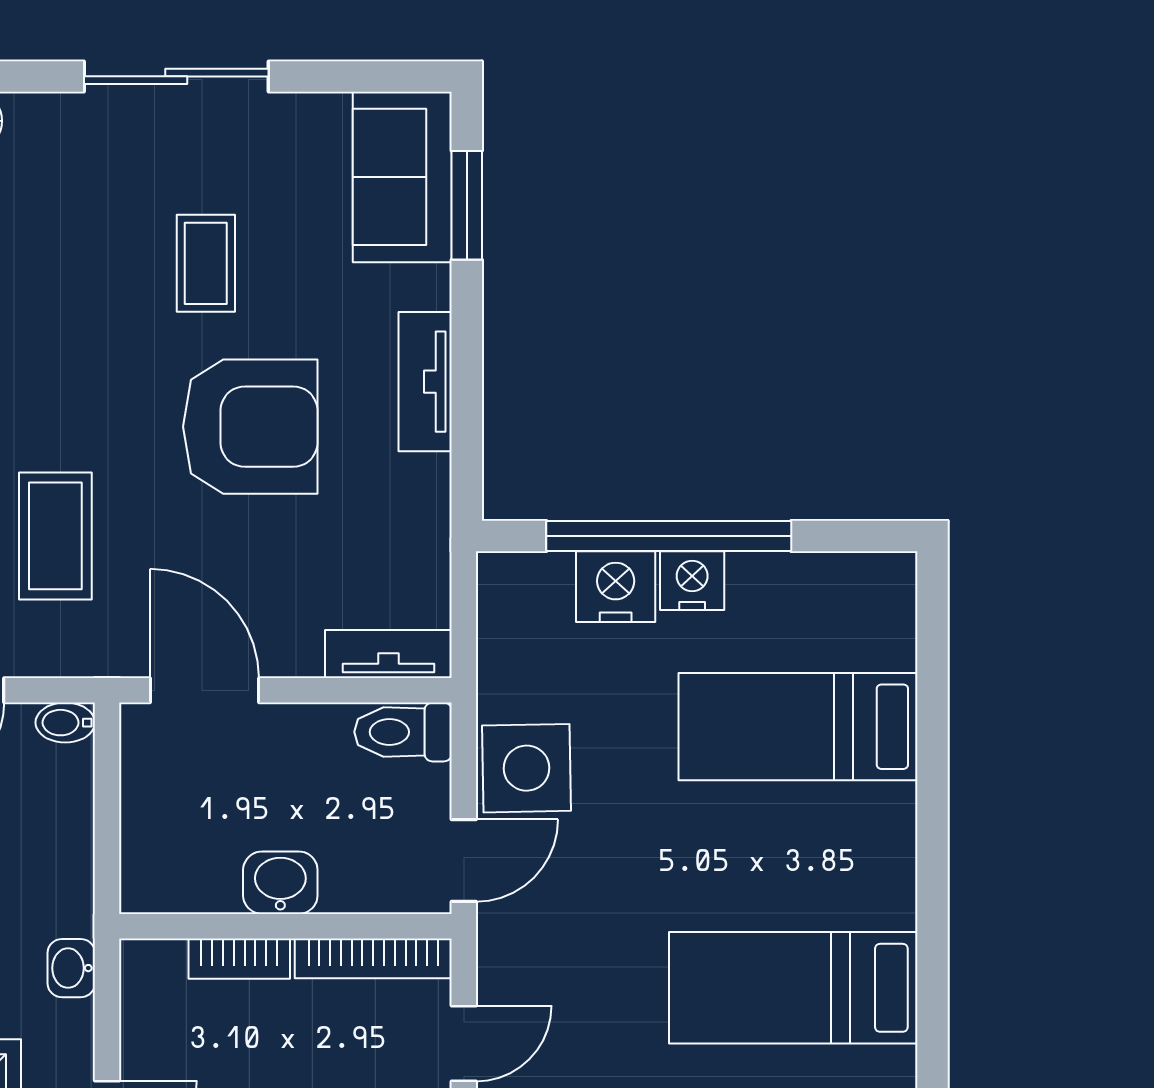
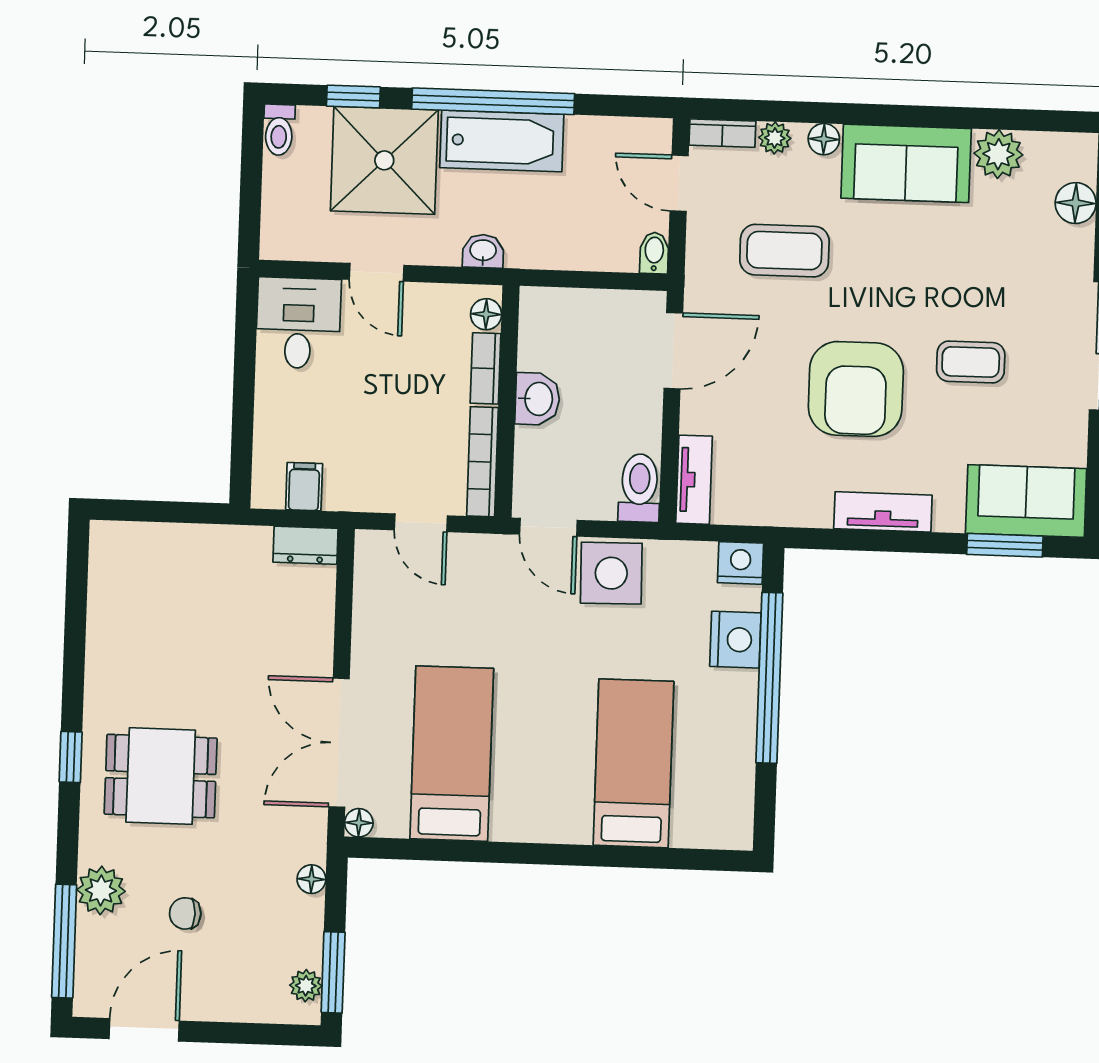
nightstand: (692, 581) -> (741, 563), moved, turned -90
floor lamp: (162, 961) -> (486, 314), added

